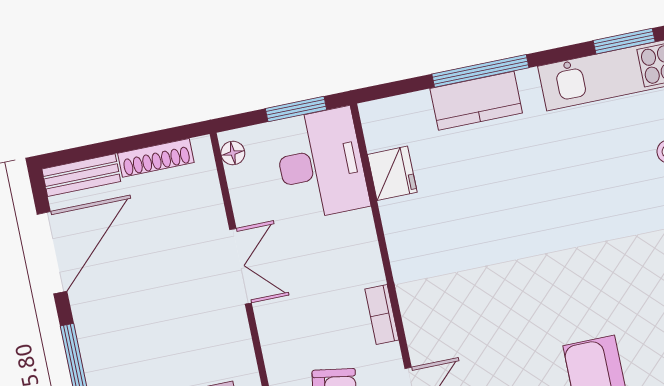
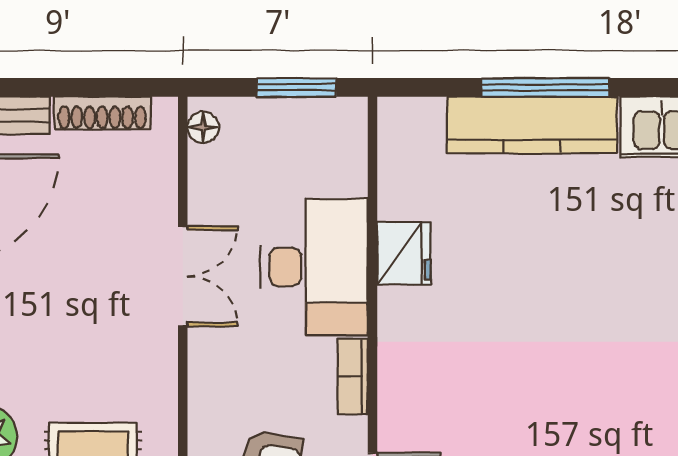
kitchen counter: (476, 101) -> (532, 125), width x1.50
desk: (321, 164) -> (314, 267), moved
fridge: (392, 173) -> (404, 253), moved

